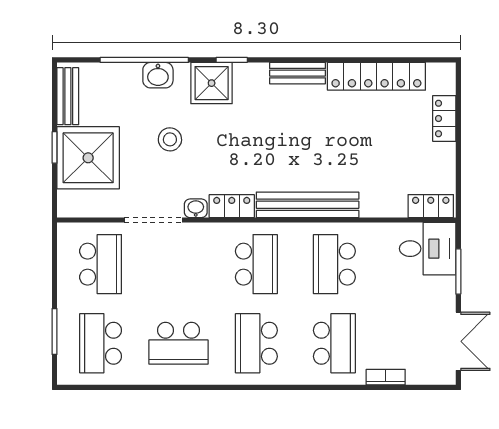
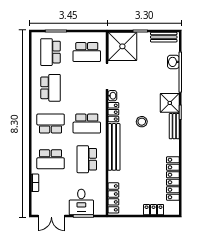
bench: (297, 73) -> (174, 126), moved
washbasin: (158, 75) -> (173, 62), moved
stool: (170, 139) -> (142, 122), moved
shower: (88, 158) -> (122, 46), moved
locker: (431, 206) -> (113, 198), width x1.53
desk: (428, 249) -> (81, 202), moved
school desk: (334, 264) -> (87, 159), turned -90
school desk: (101, 343) -> (51, 52), turned -90
school desk: (178, 343) -> (51, 88), turned 180

